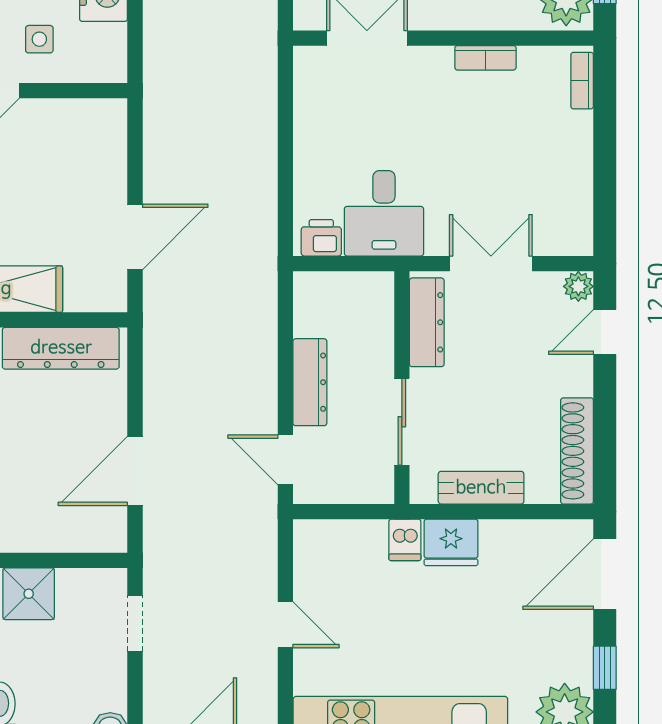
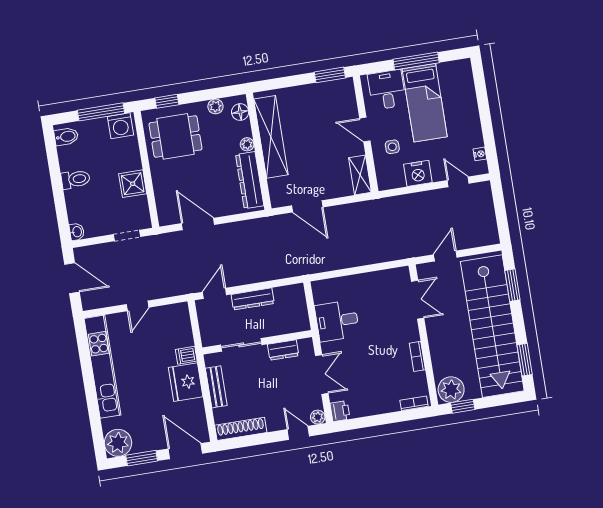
shelving: (87, 116) -> (360, 175), added
printer: (321, 238) -> (340, 411), moved
dresser: (427, 322) -> (283, 350), width x0.70
fridge: (451, 542) -> (186, 382), width x1.36, depth x1.34
window: (605, 668) -> (142, 458), width x1.50

